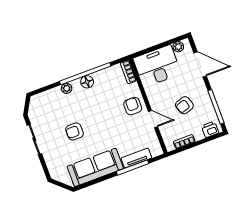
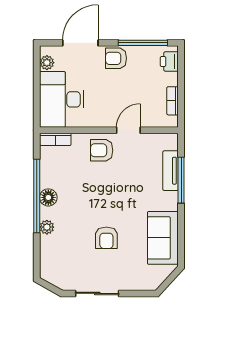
armchair: (184, 105) -> (116, 58), moved, turned 108
sofa: (95, 167) -> (163, 238), width x0.73

